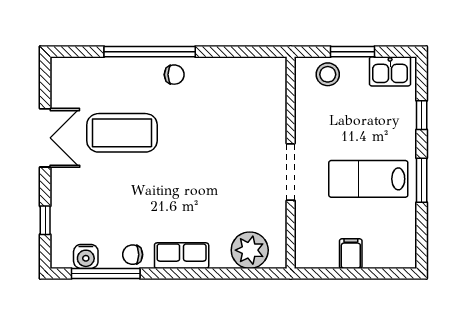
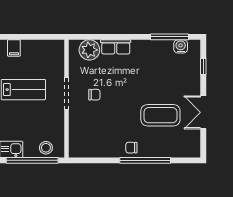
window: (352, 52) -> (32, 160), width x2.11
filing cabinet: (351, 254) -> (14, 48), moved
chair: (133, 255) -> (94, 95), moved
row of seats: (182, 256) -> (116, 47), moved

